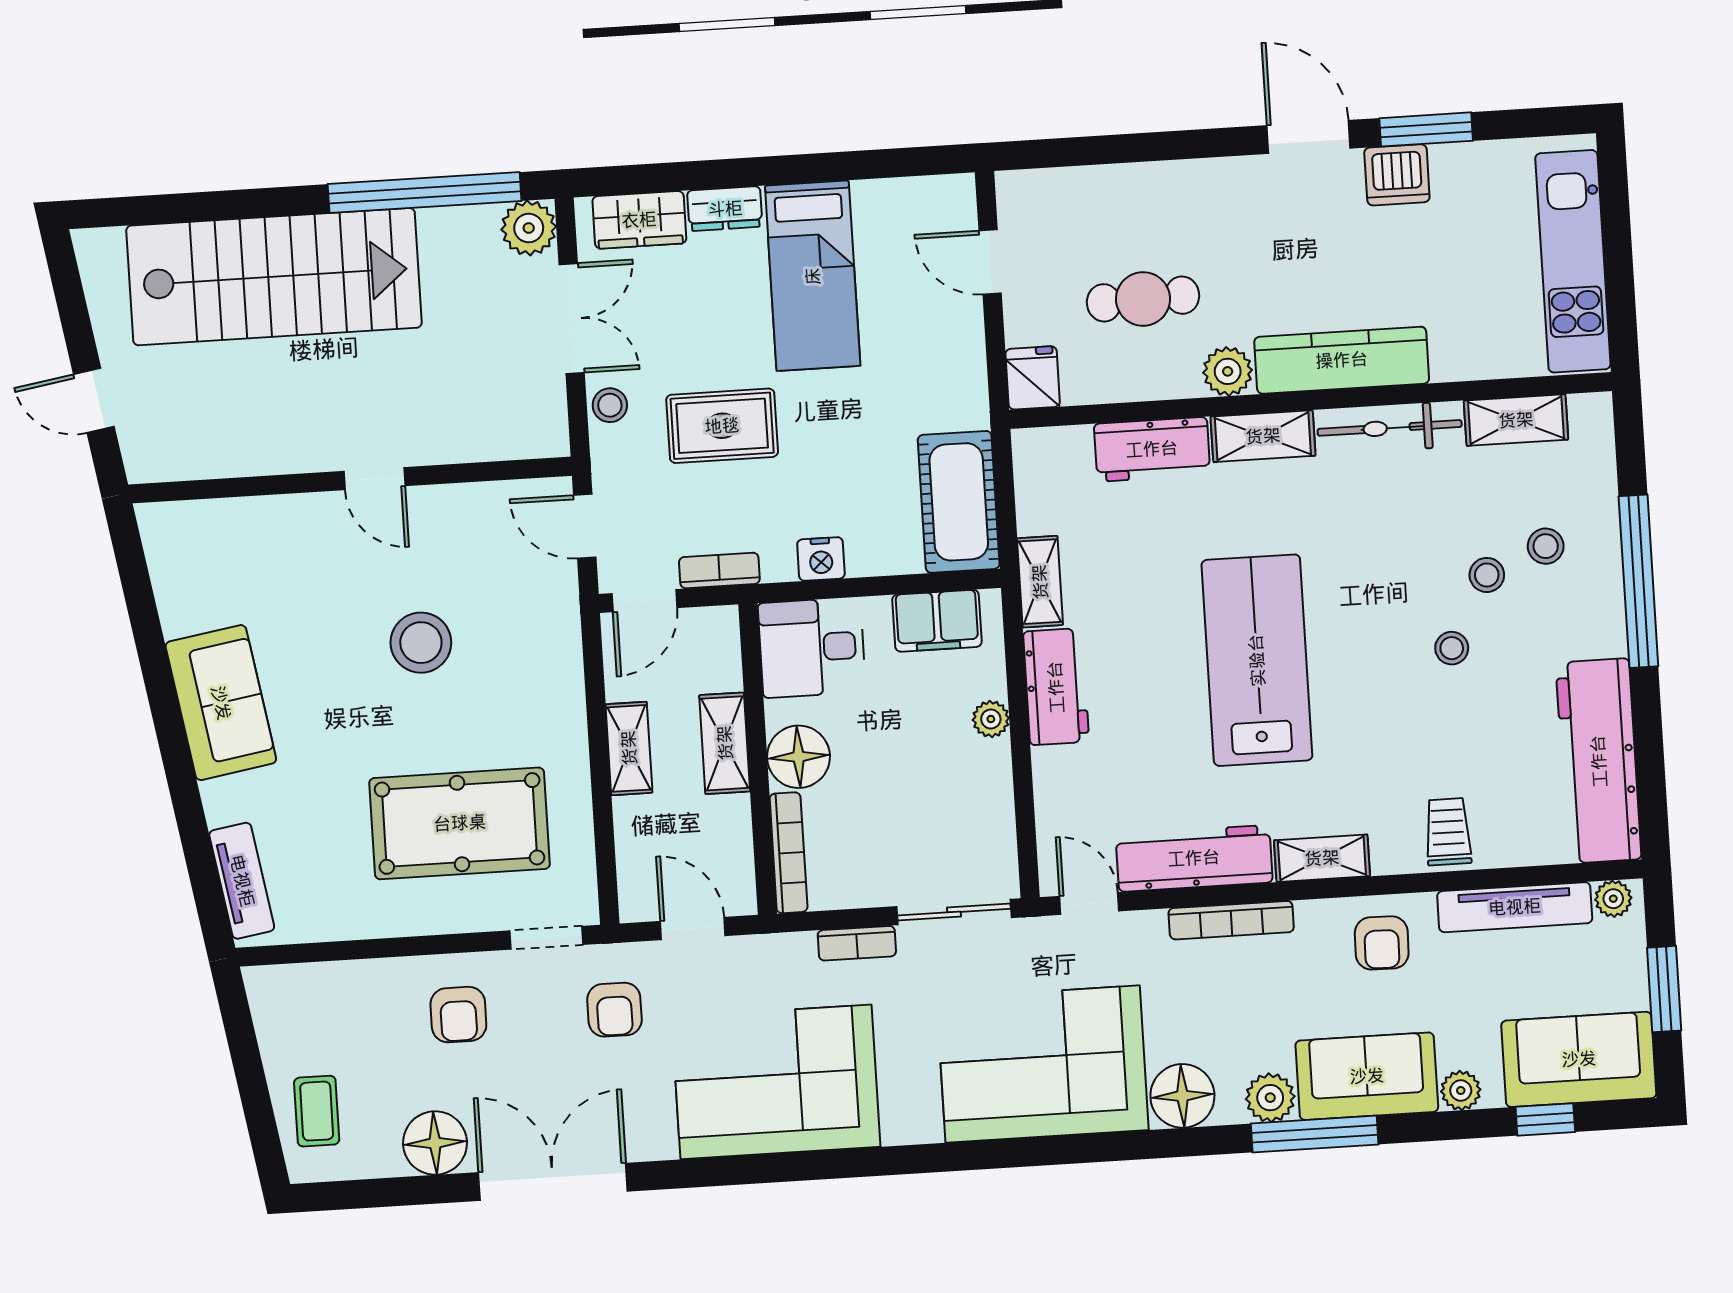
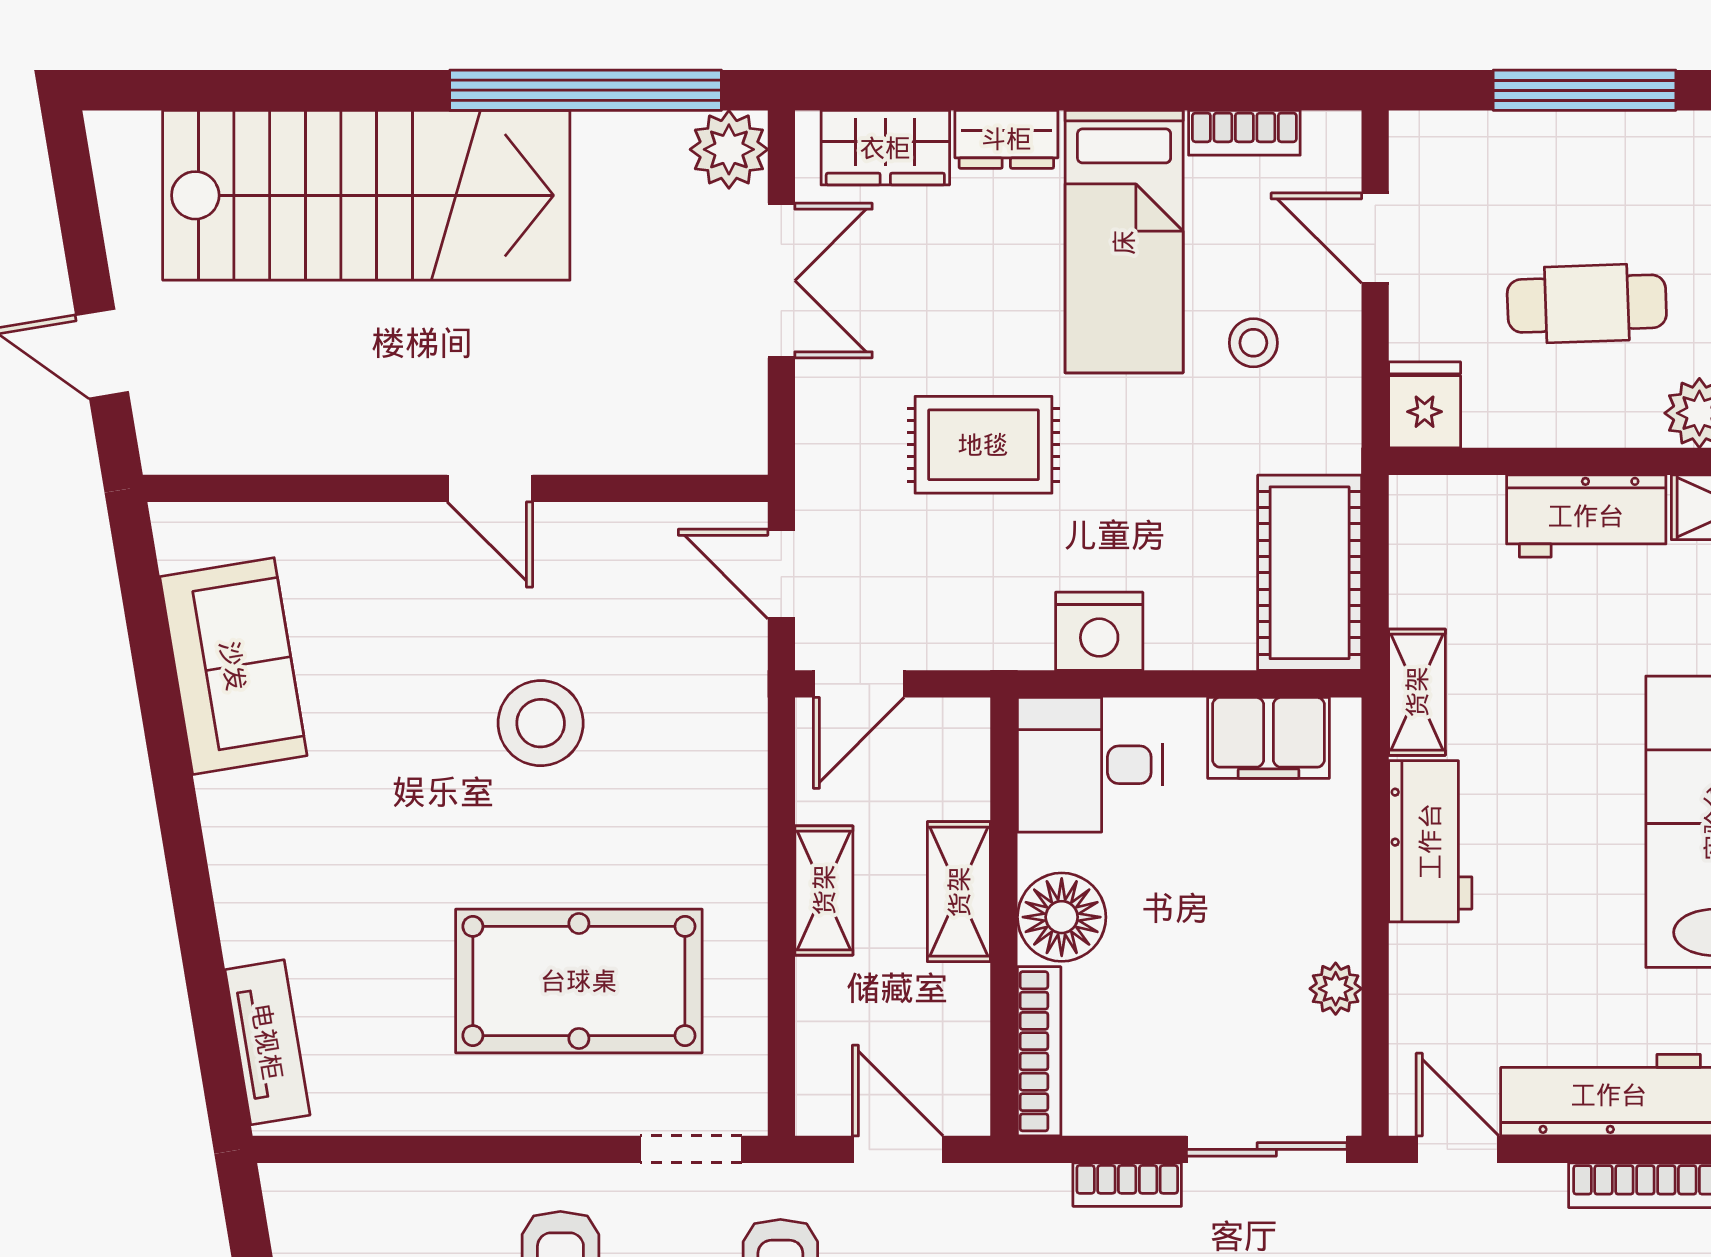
window: (1132, 148) -> (1585, 90), added
stool: (610, 405) -> (1253, 343), moved
nightstand: (821, 559) -> (1099, 631), width x1.36, depth x1.33
bookcase: (719, 570) -> (1244, 133), moved, turned 180
sofa: (221, 703) -> (233, 666), moved
plant: (991, 719) -> (1336, 989), moved

